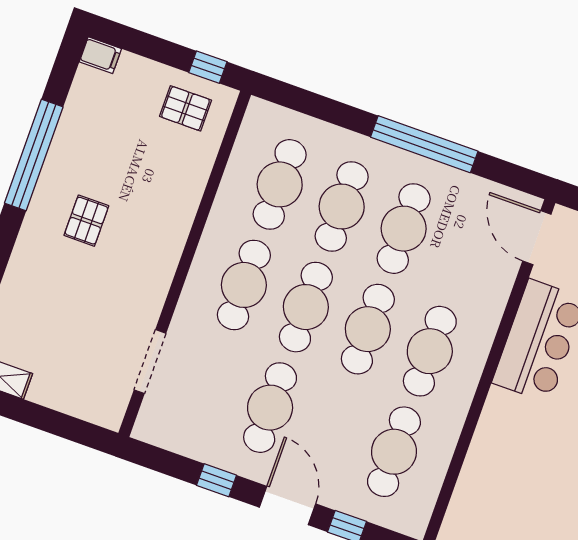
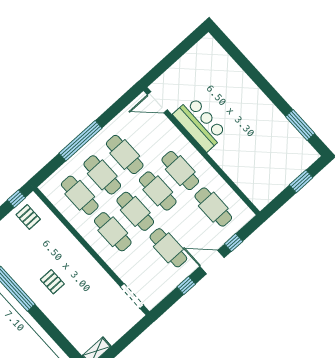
pallet: (186, 108) -> (28, 217), turned 90
window: (424, 144) -> (81, 141), moved
doorway: (150, 362) -> (132, 296), moved

